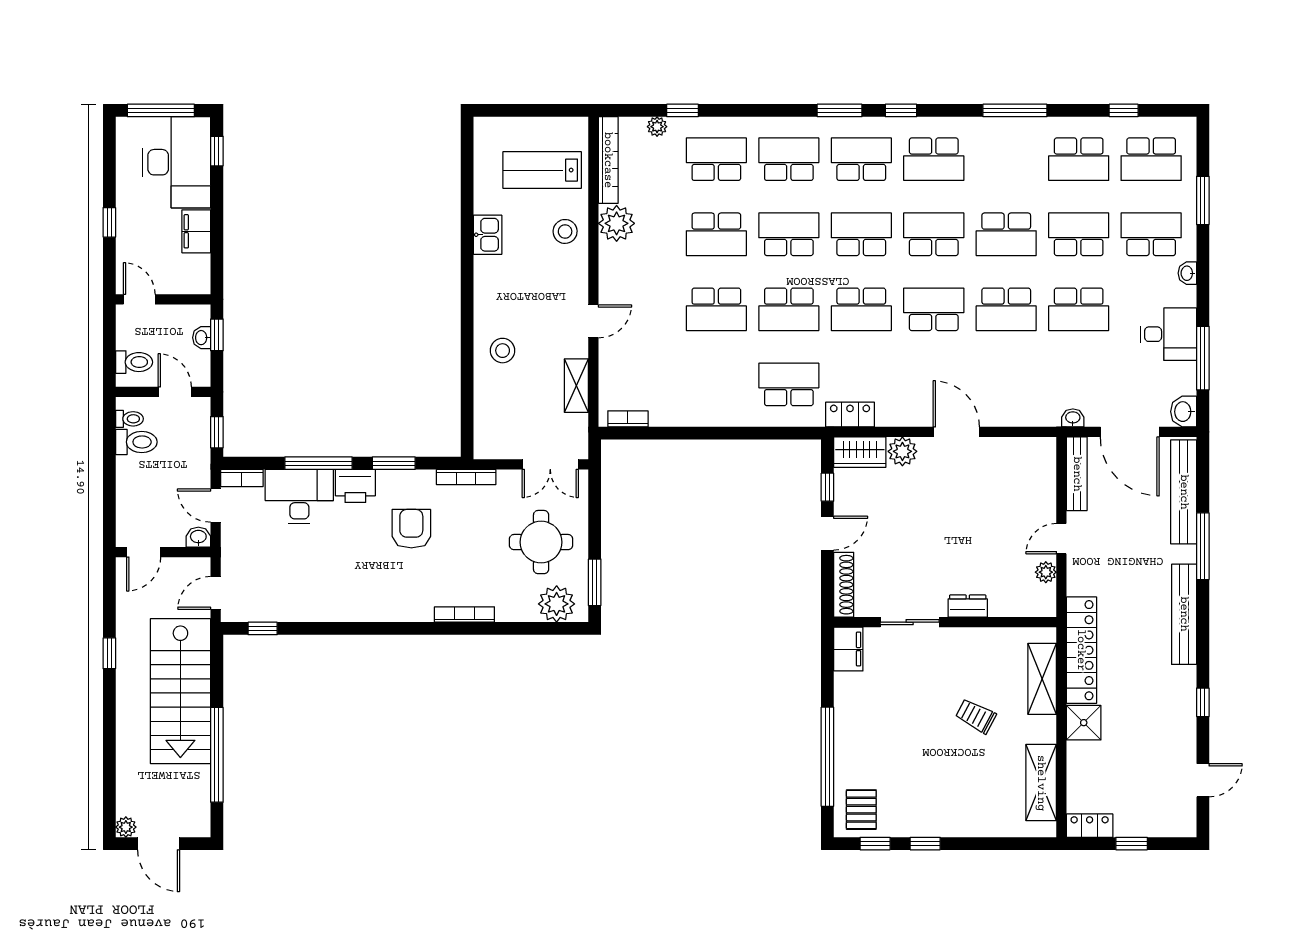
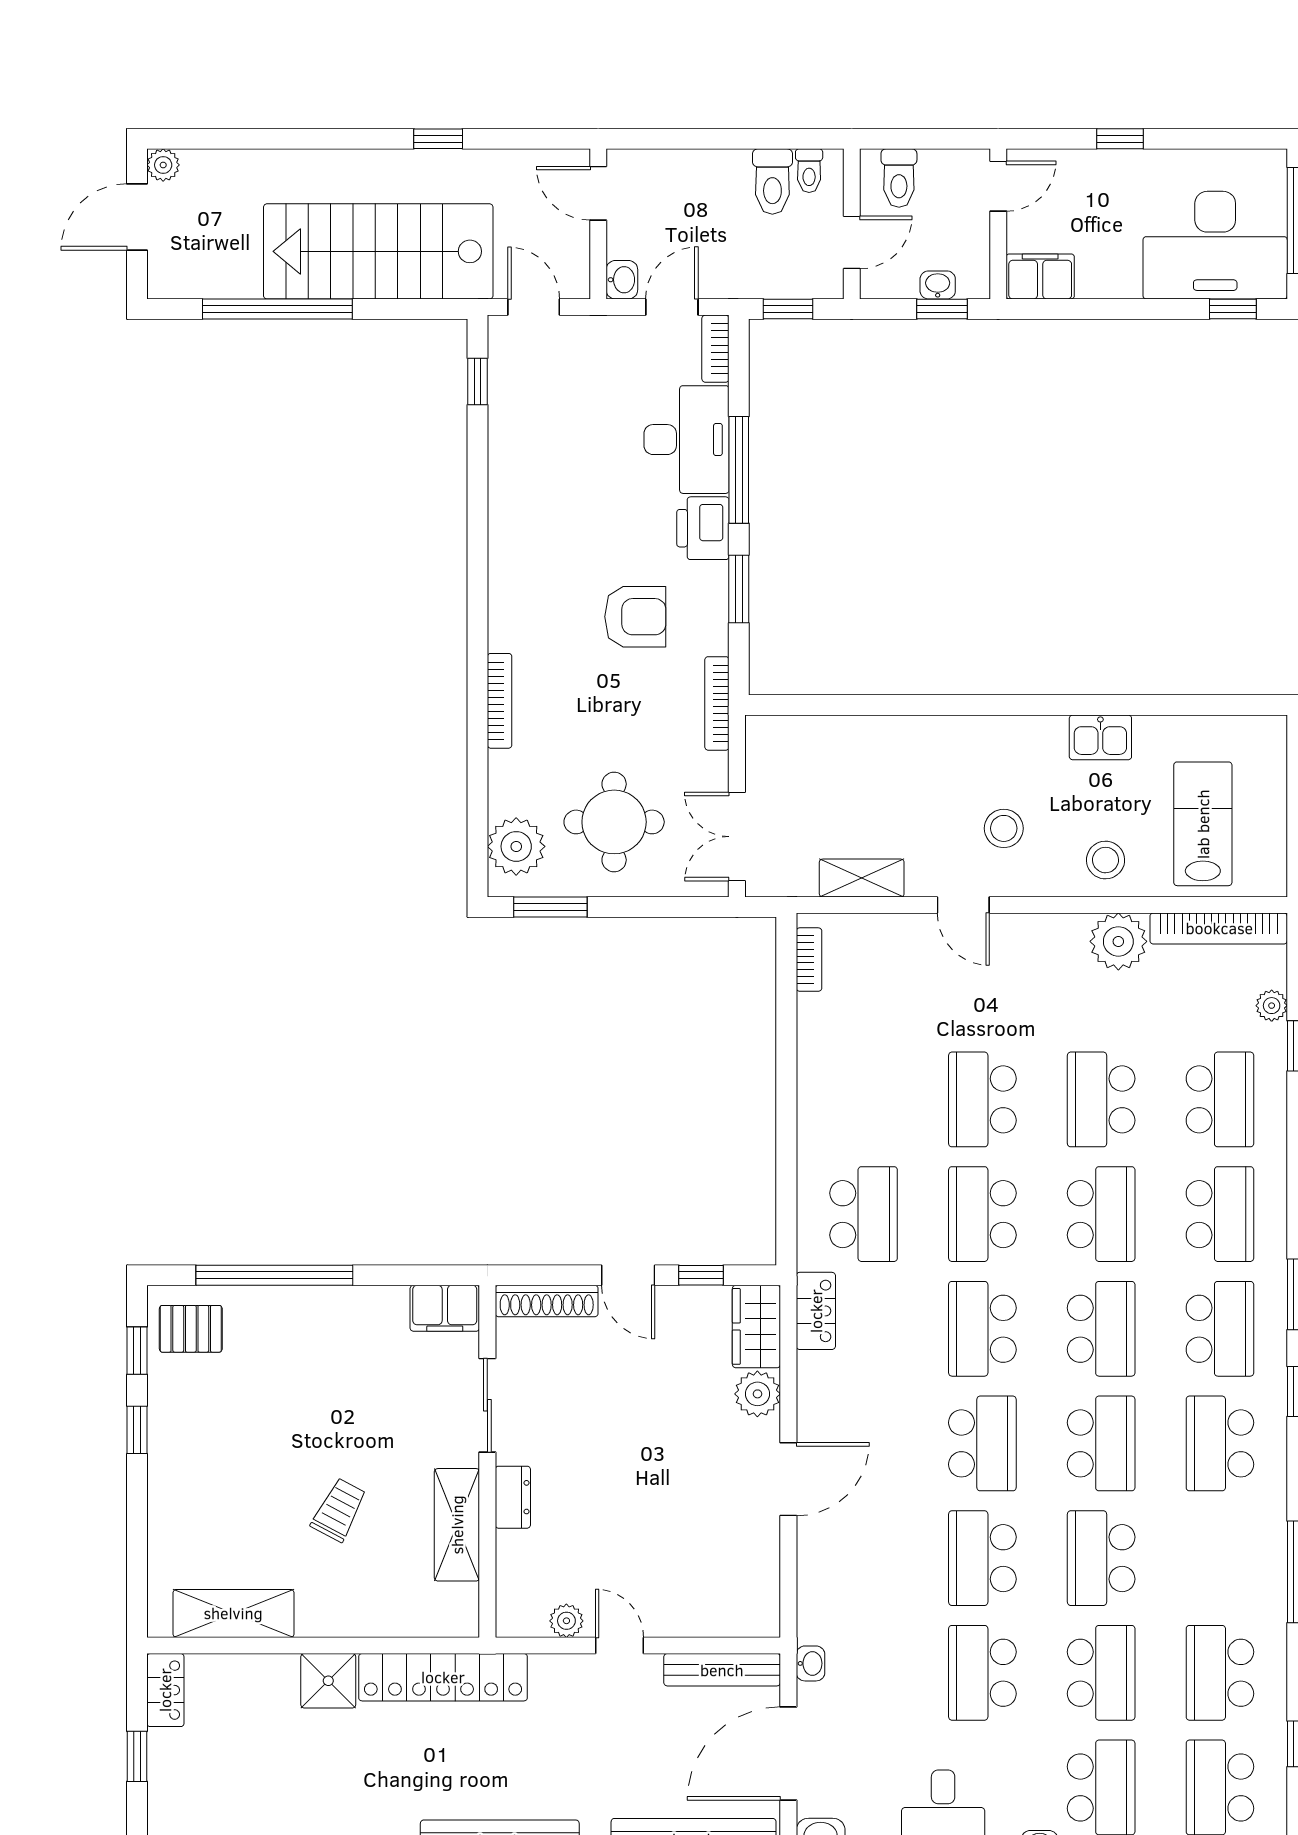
filing cabinet: (196, 231) -> (1040, 276), moved
stool: (503, 351) -> (1004, 828), moved
shelving: (1042, 679) -> (457, 1525), moved, turned 90

